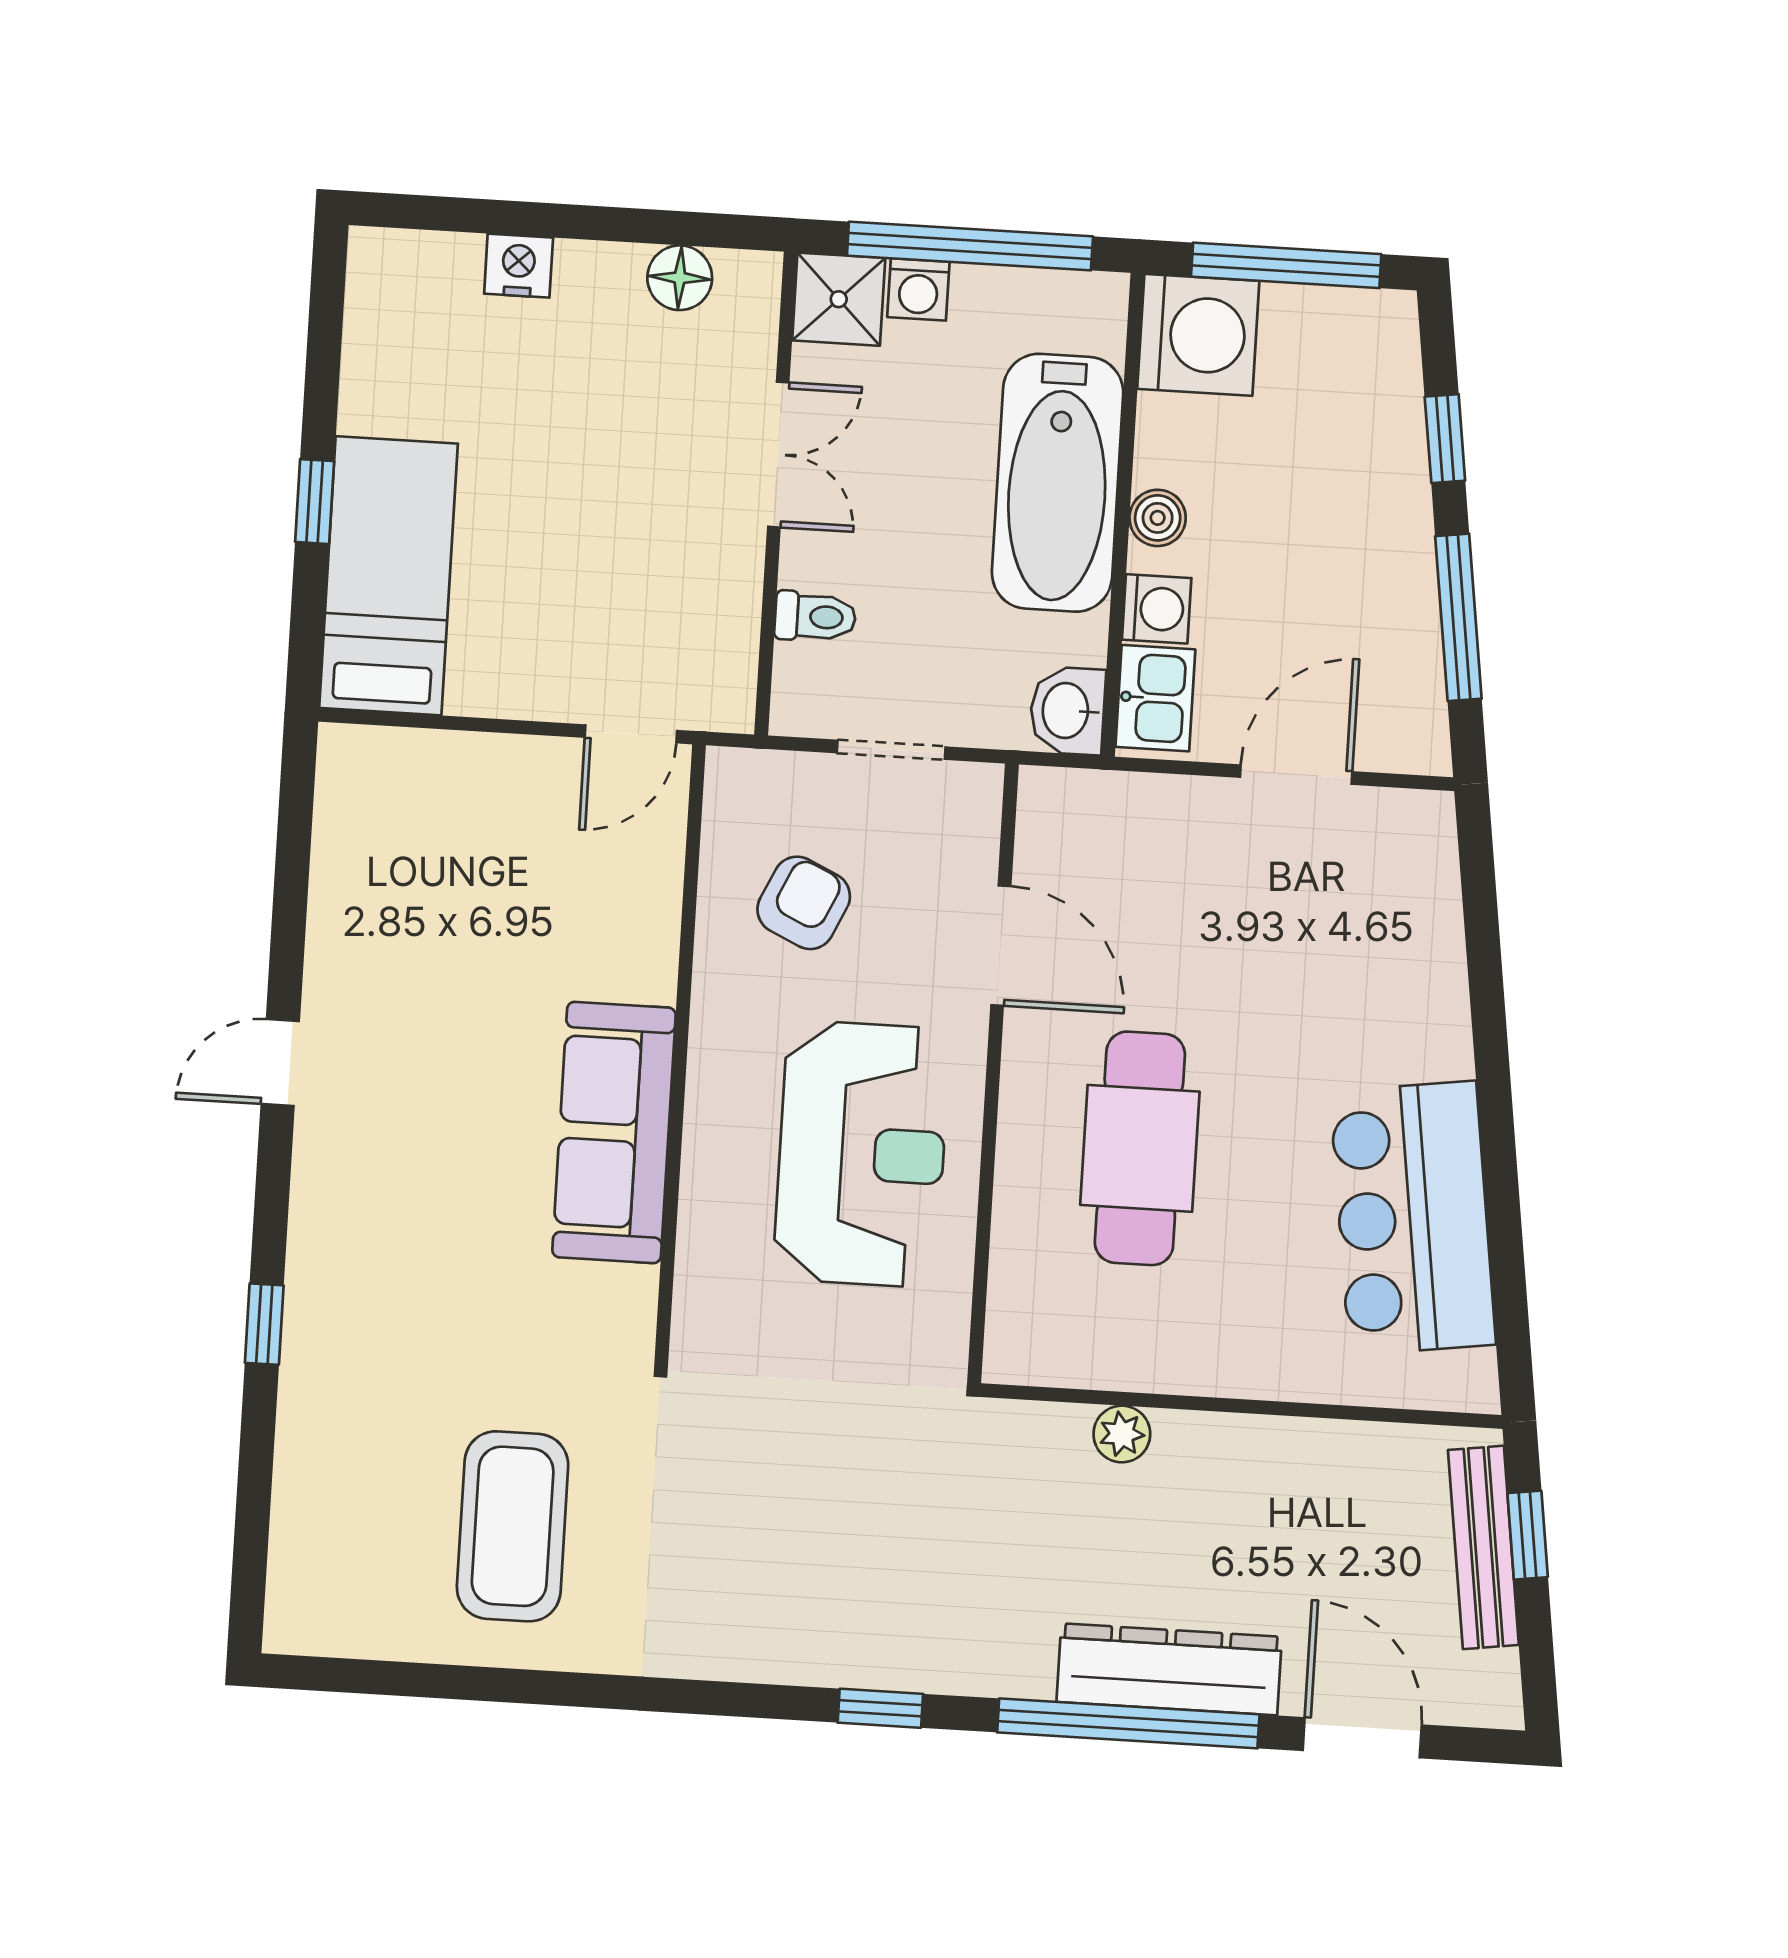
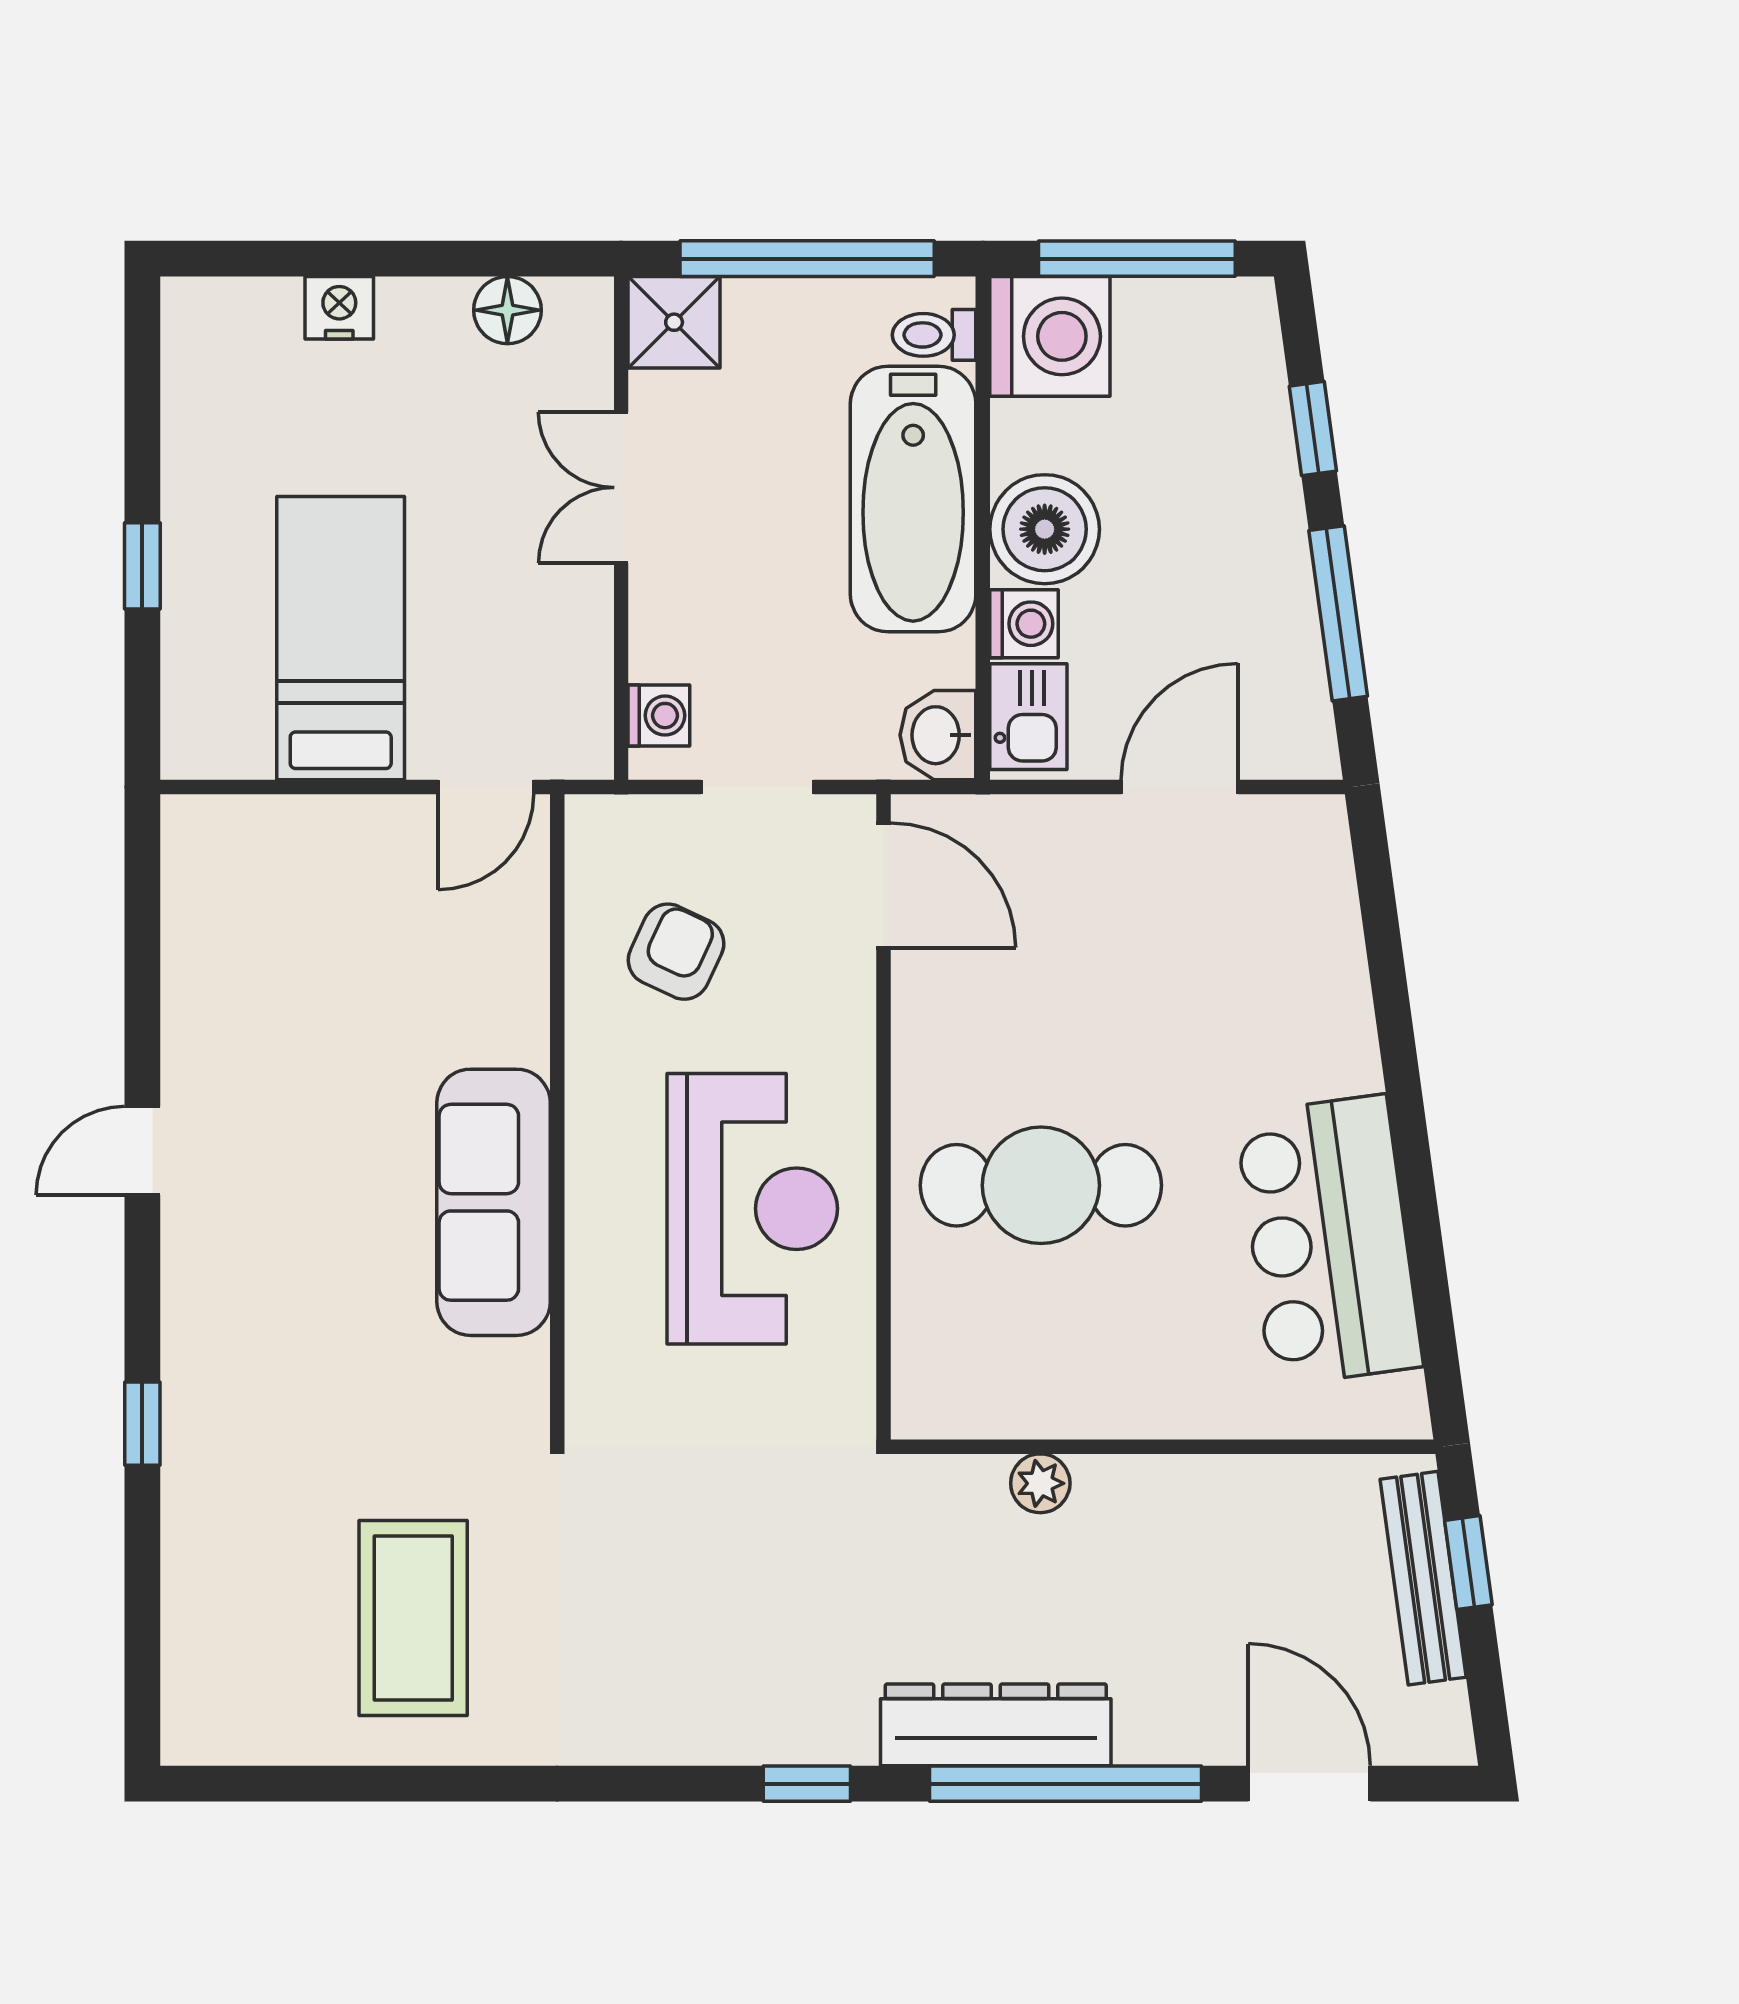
washing machine: (918, 289) -> (659, 716), moved, turned -90
double door: (778, 455) -> (621, 488), swing flipped
boiler: (1158, 518) -> (1045, 529), width x1.86, depth x1.86
bed: (389, 576) -> (341, 638), moved
toilet: (815, 617) -> (934, 335), moved, turned 180
door: (1001, 946) -> (884, 885), moved
cafe table: (1140, 1148) -> (1041, 1185), turned 90
dresser: (1169, 1669) -> (996, 1725), moved

